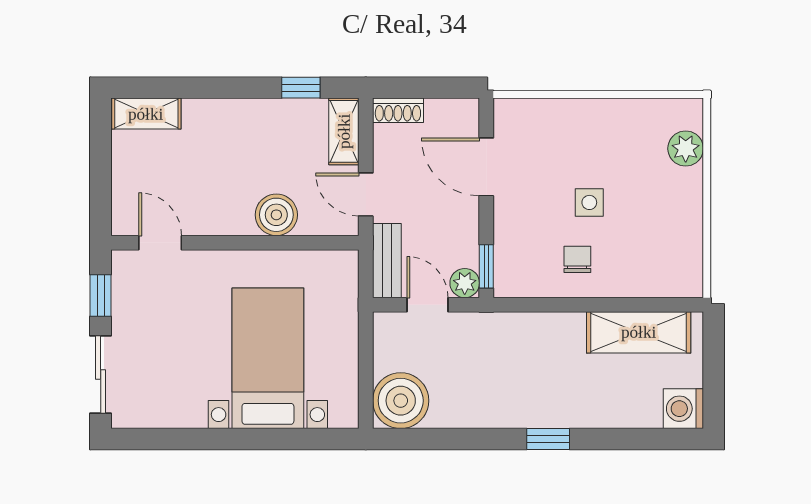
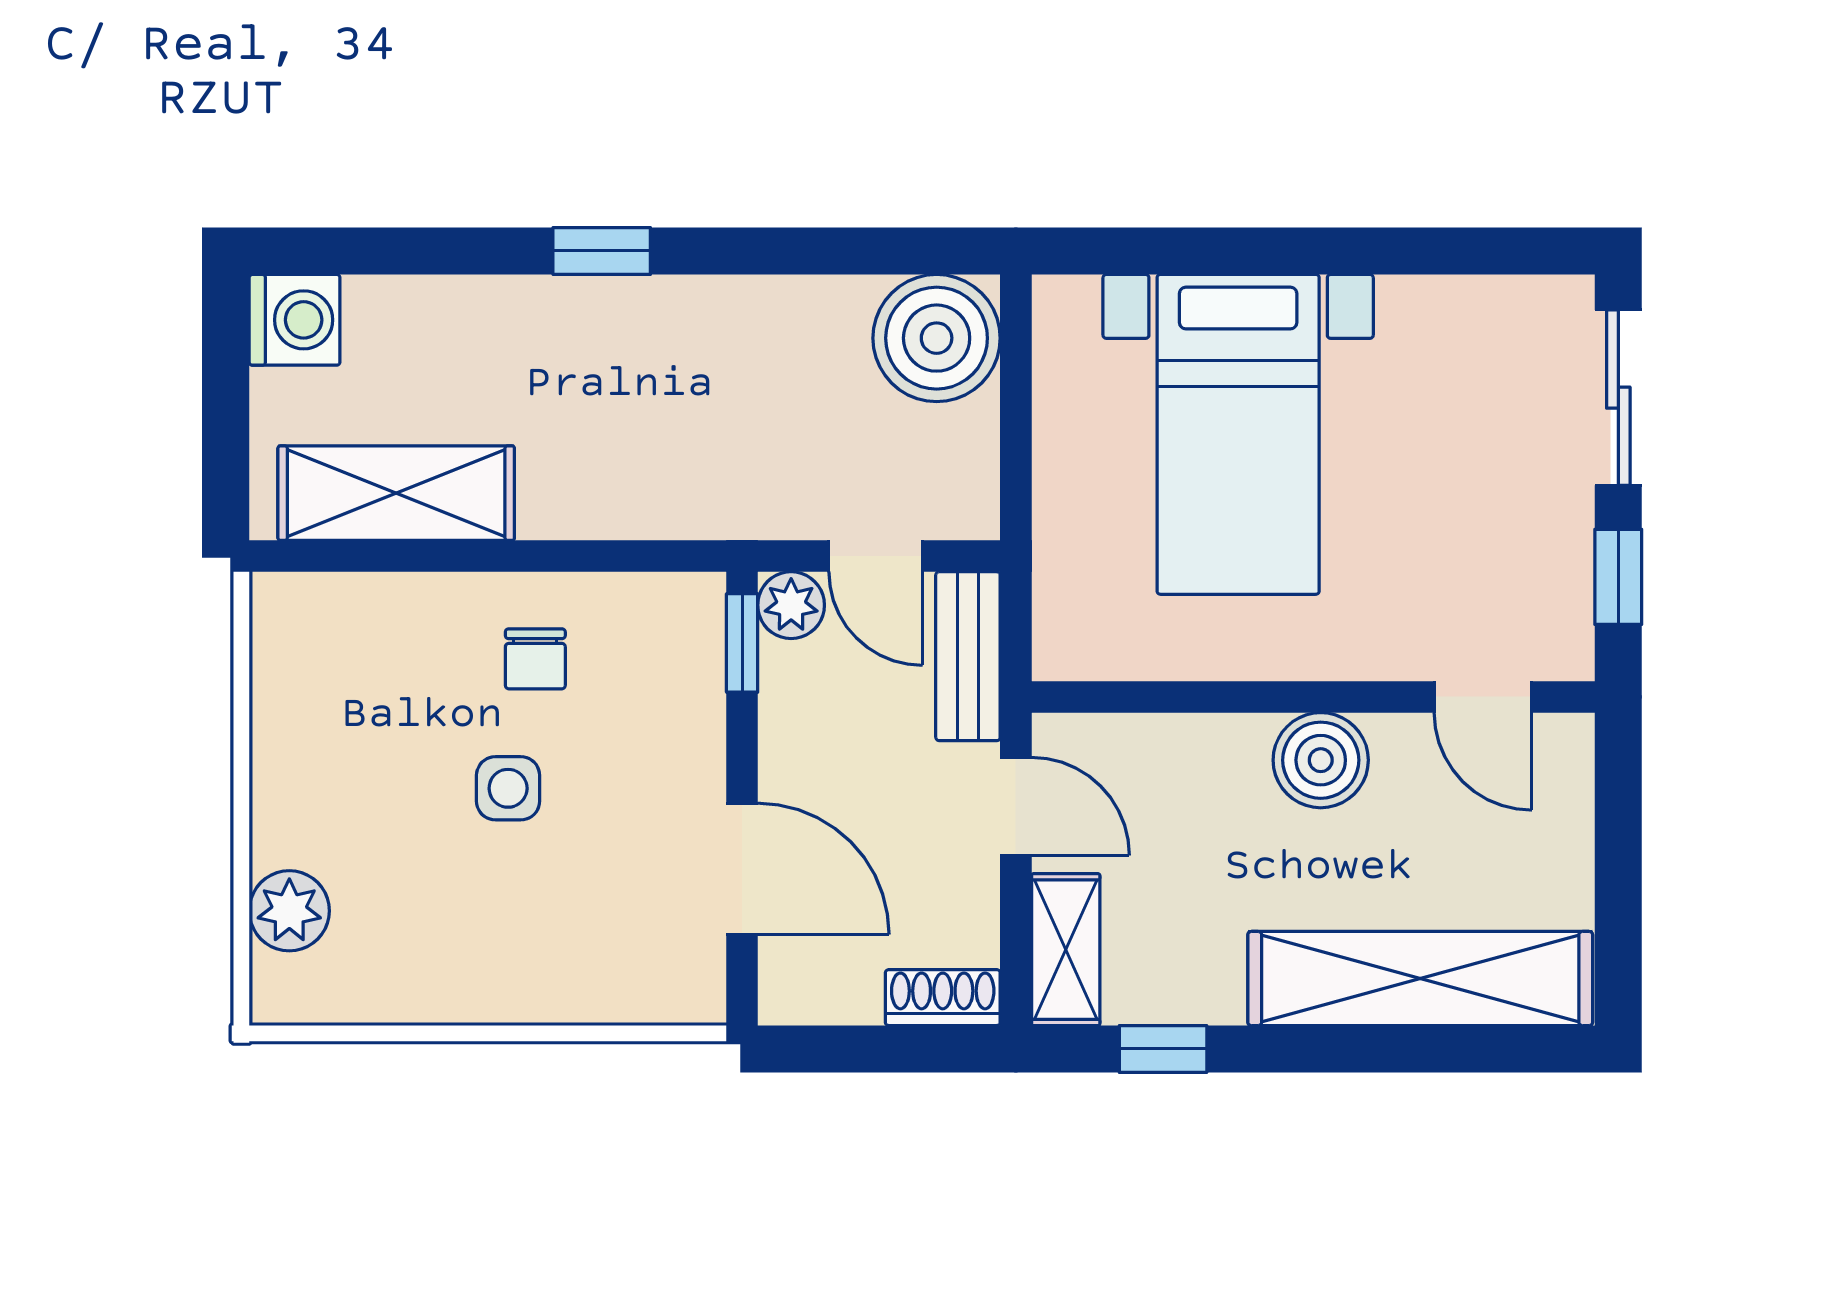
shelving: (146, 114) -> (1420, 978), width x2.20, depth x1.33
boiler: (276, 215) -> (1321, 760), moved

